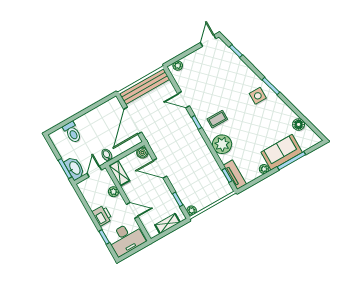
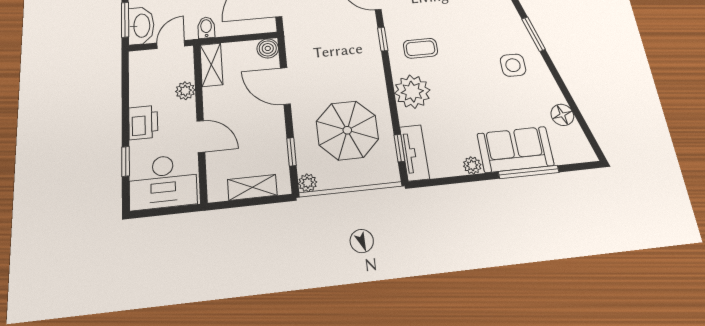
side table: (258, 96) -> (513, 65), moved
parasol: (199, 177) -> (347, 130), added

